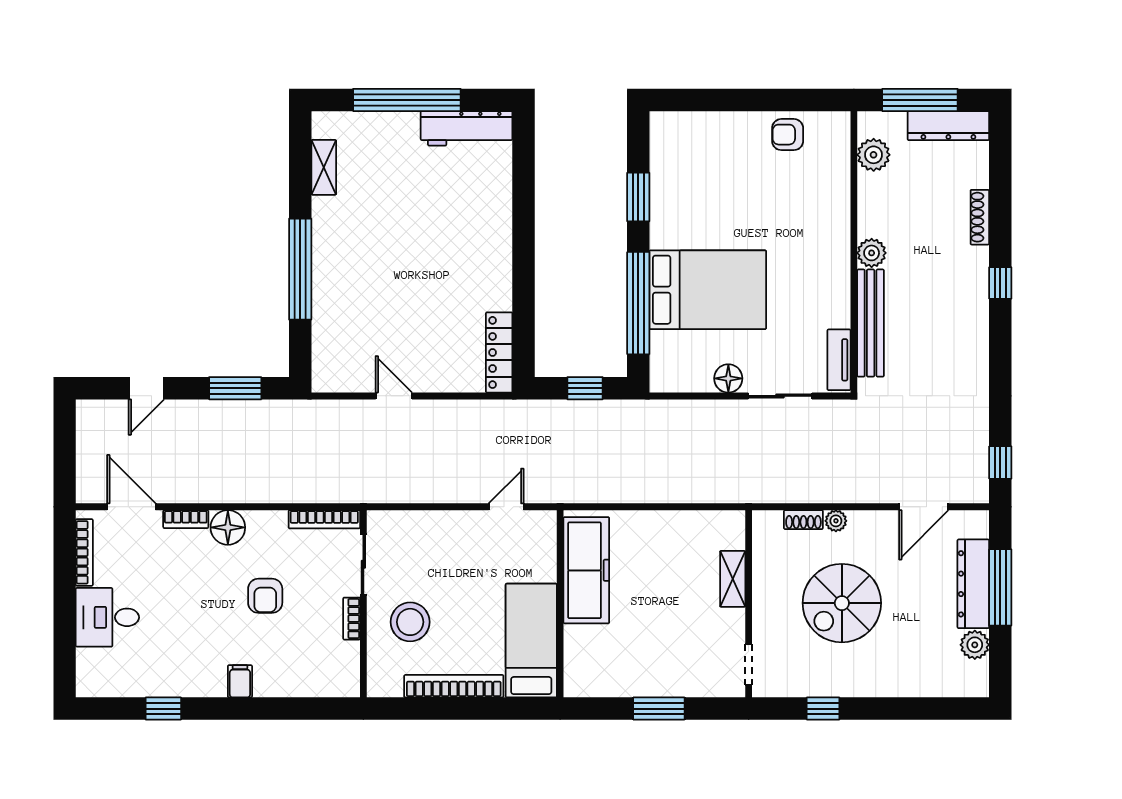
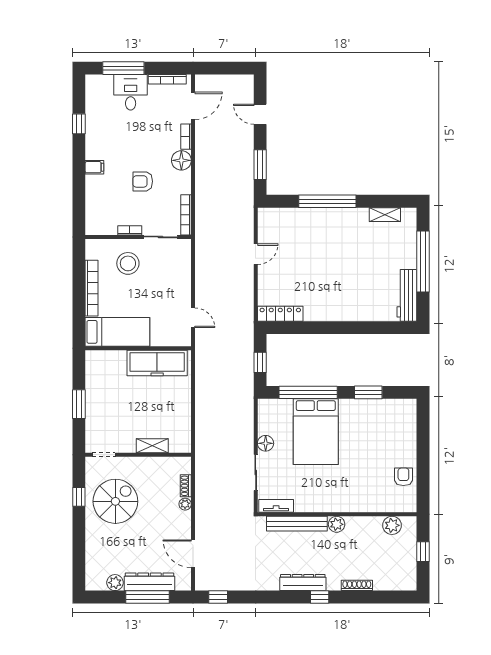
window: (920, 100) -> (423, 552), width x0.46
dresser: (948, 126) -> (303, 583), moved, turned 90
spiral stairs: (842, 603) -> (115, 501), moved, turned 90
window: (65, 630) -> (123, 68), added

